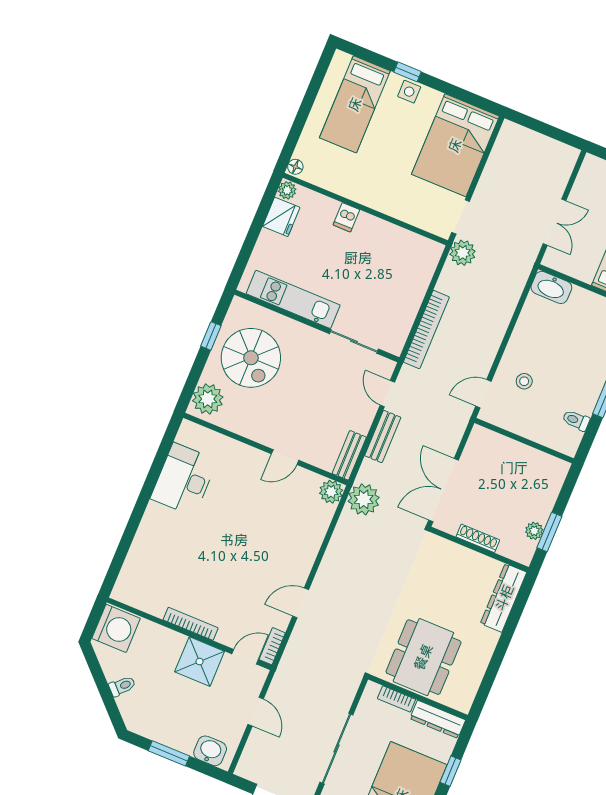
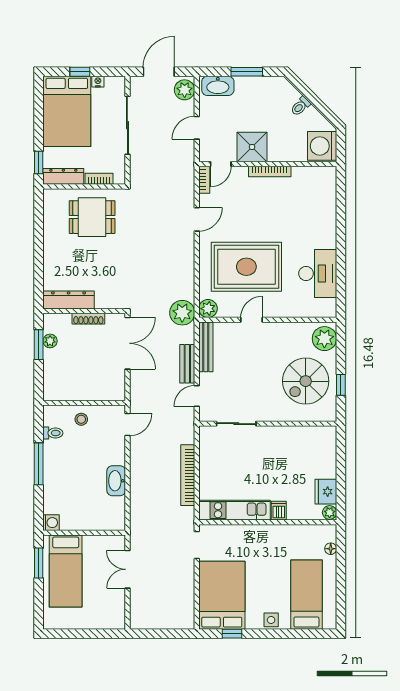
window: (407, 72) -> (232, 634), moved
floor lamp: (295, 167) -> (331, 549), moved
plant: (463, 253) -> (185, 90), moved
washbasin: (551, 287) -> (116, 481), moved, turned -90
kitchen unit: (293, 299) -> (234, 510), moved, turned 180
bookcase: (426, 329) -> (188, 475), moved
spiral stairs: (251, 358) -> (306, 381), turned -90
stool: (524, 381) -> (81, 419), moved
door: (387, 394) -> (197, 396), swing flipped
bench: (349, 455) -> (206, 347), width x1.36
rug: (265, 522) -> (246, 267), added
dresser: (504, 598) -> (69, 300), moved, turned -90
dining table: (423, 657) -> (92, 217), width x0.73
door: (256, 712) -> (197, 128), hinge flipped
washbasin: (210, 751) -> (218, 86), width x1.38
window: (450, 771) -> (39, 163), moved

